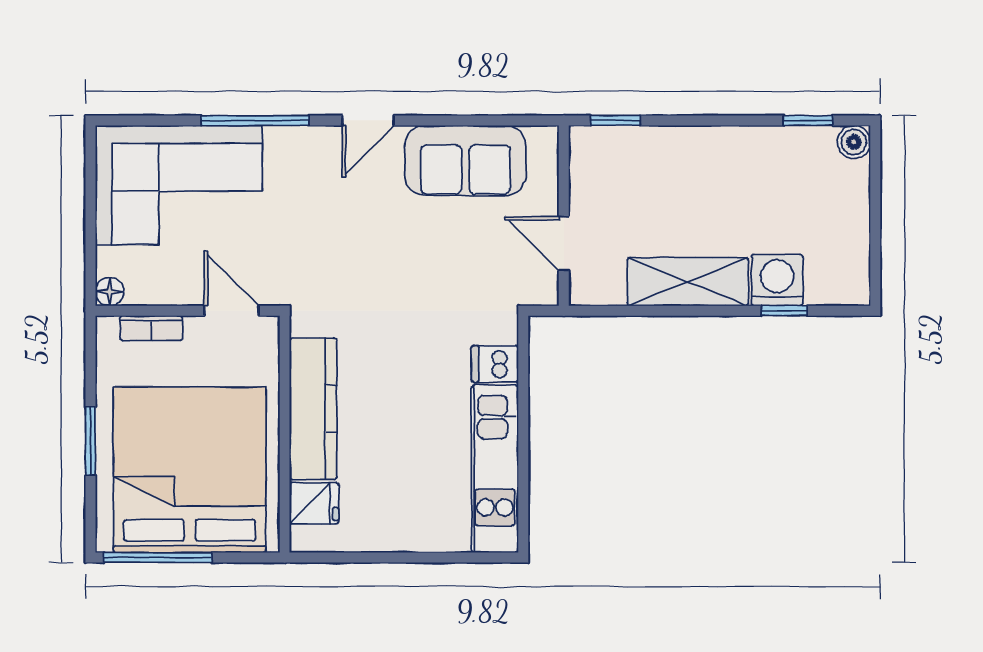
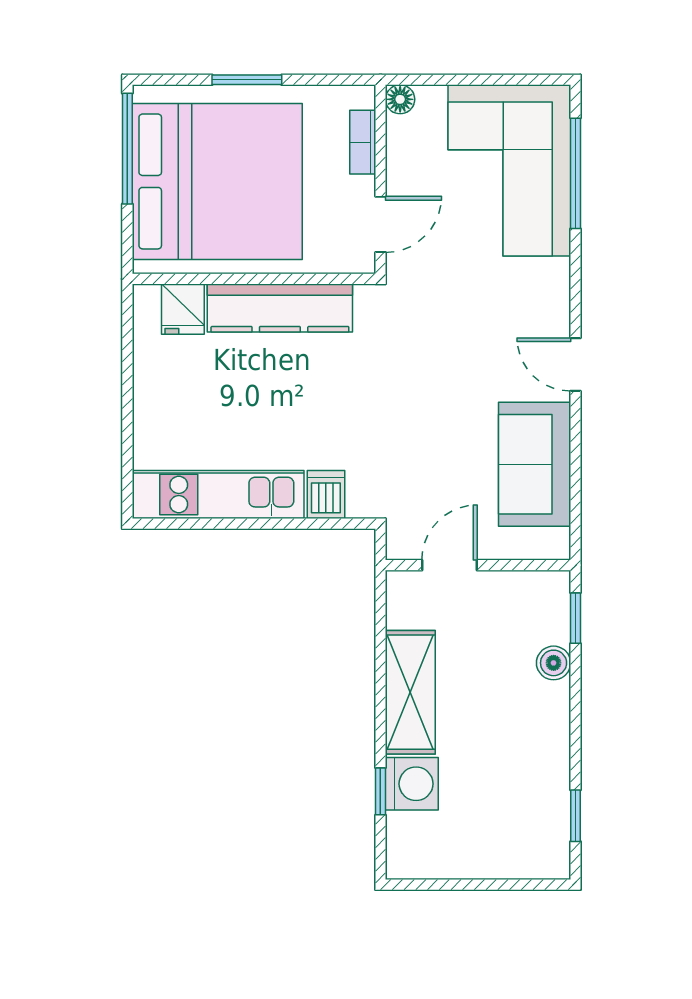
window: (255, 120) -> (575, 173), moved
boiler: (854, 142) -> (554, 663), moved

